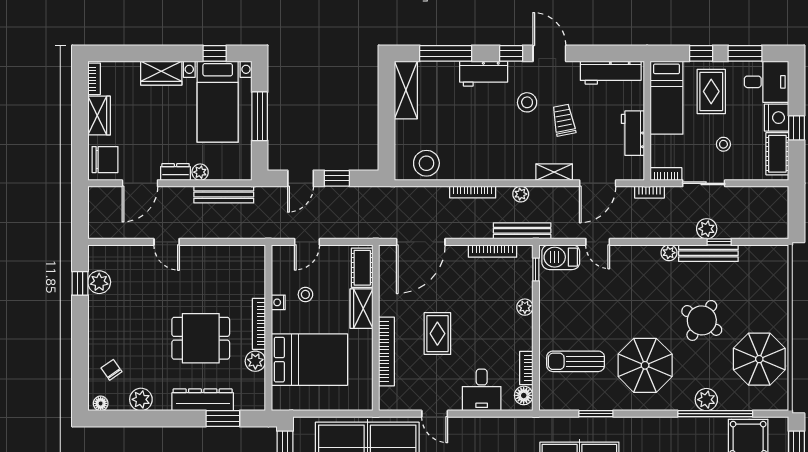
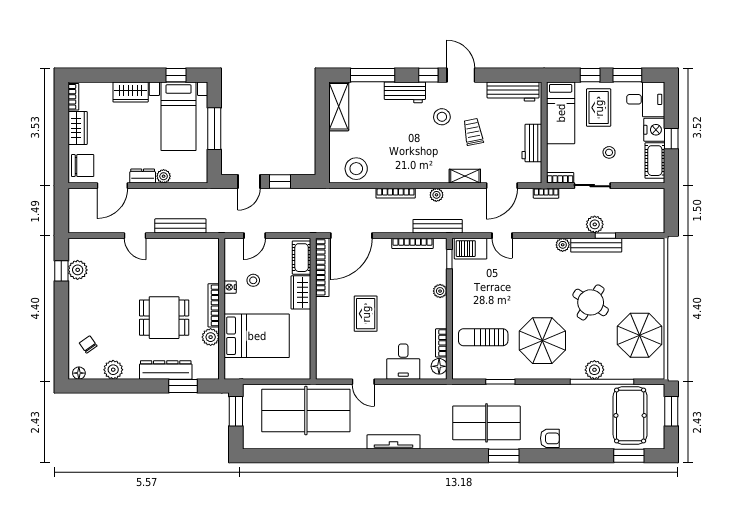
bench: (224, 195) -> (180, 226), moved
bookcase: (387, 351) -> (322, 267), moved

